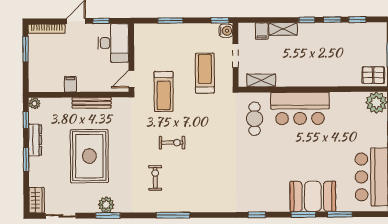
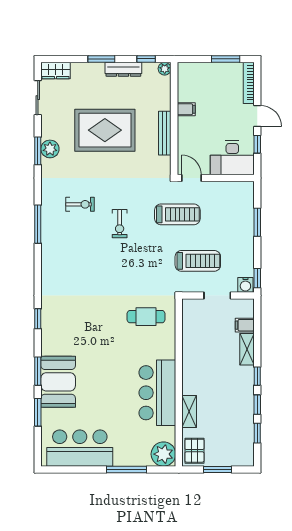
shelving: (261, 80) -> (189, 412), moved
treadmill: (164, 91) -> (177, 214), turned 180
bar counter: (300, 108) -> (157, 393), moved

